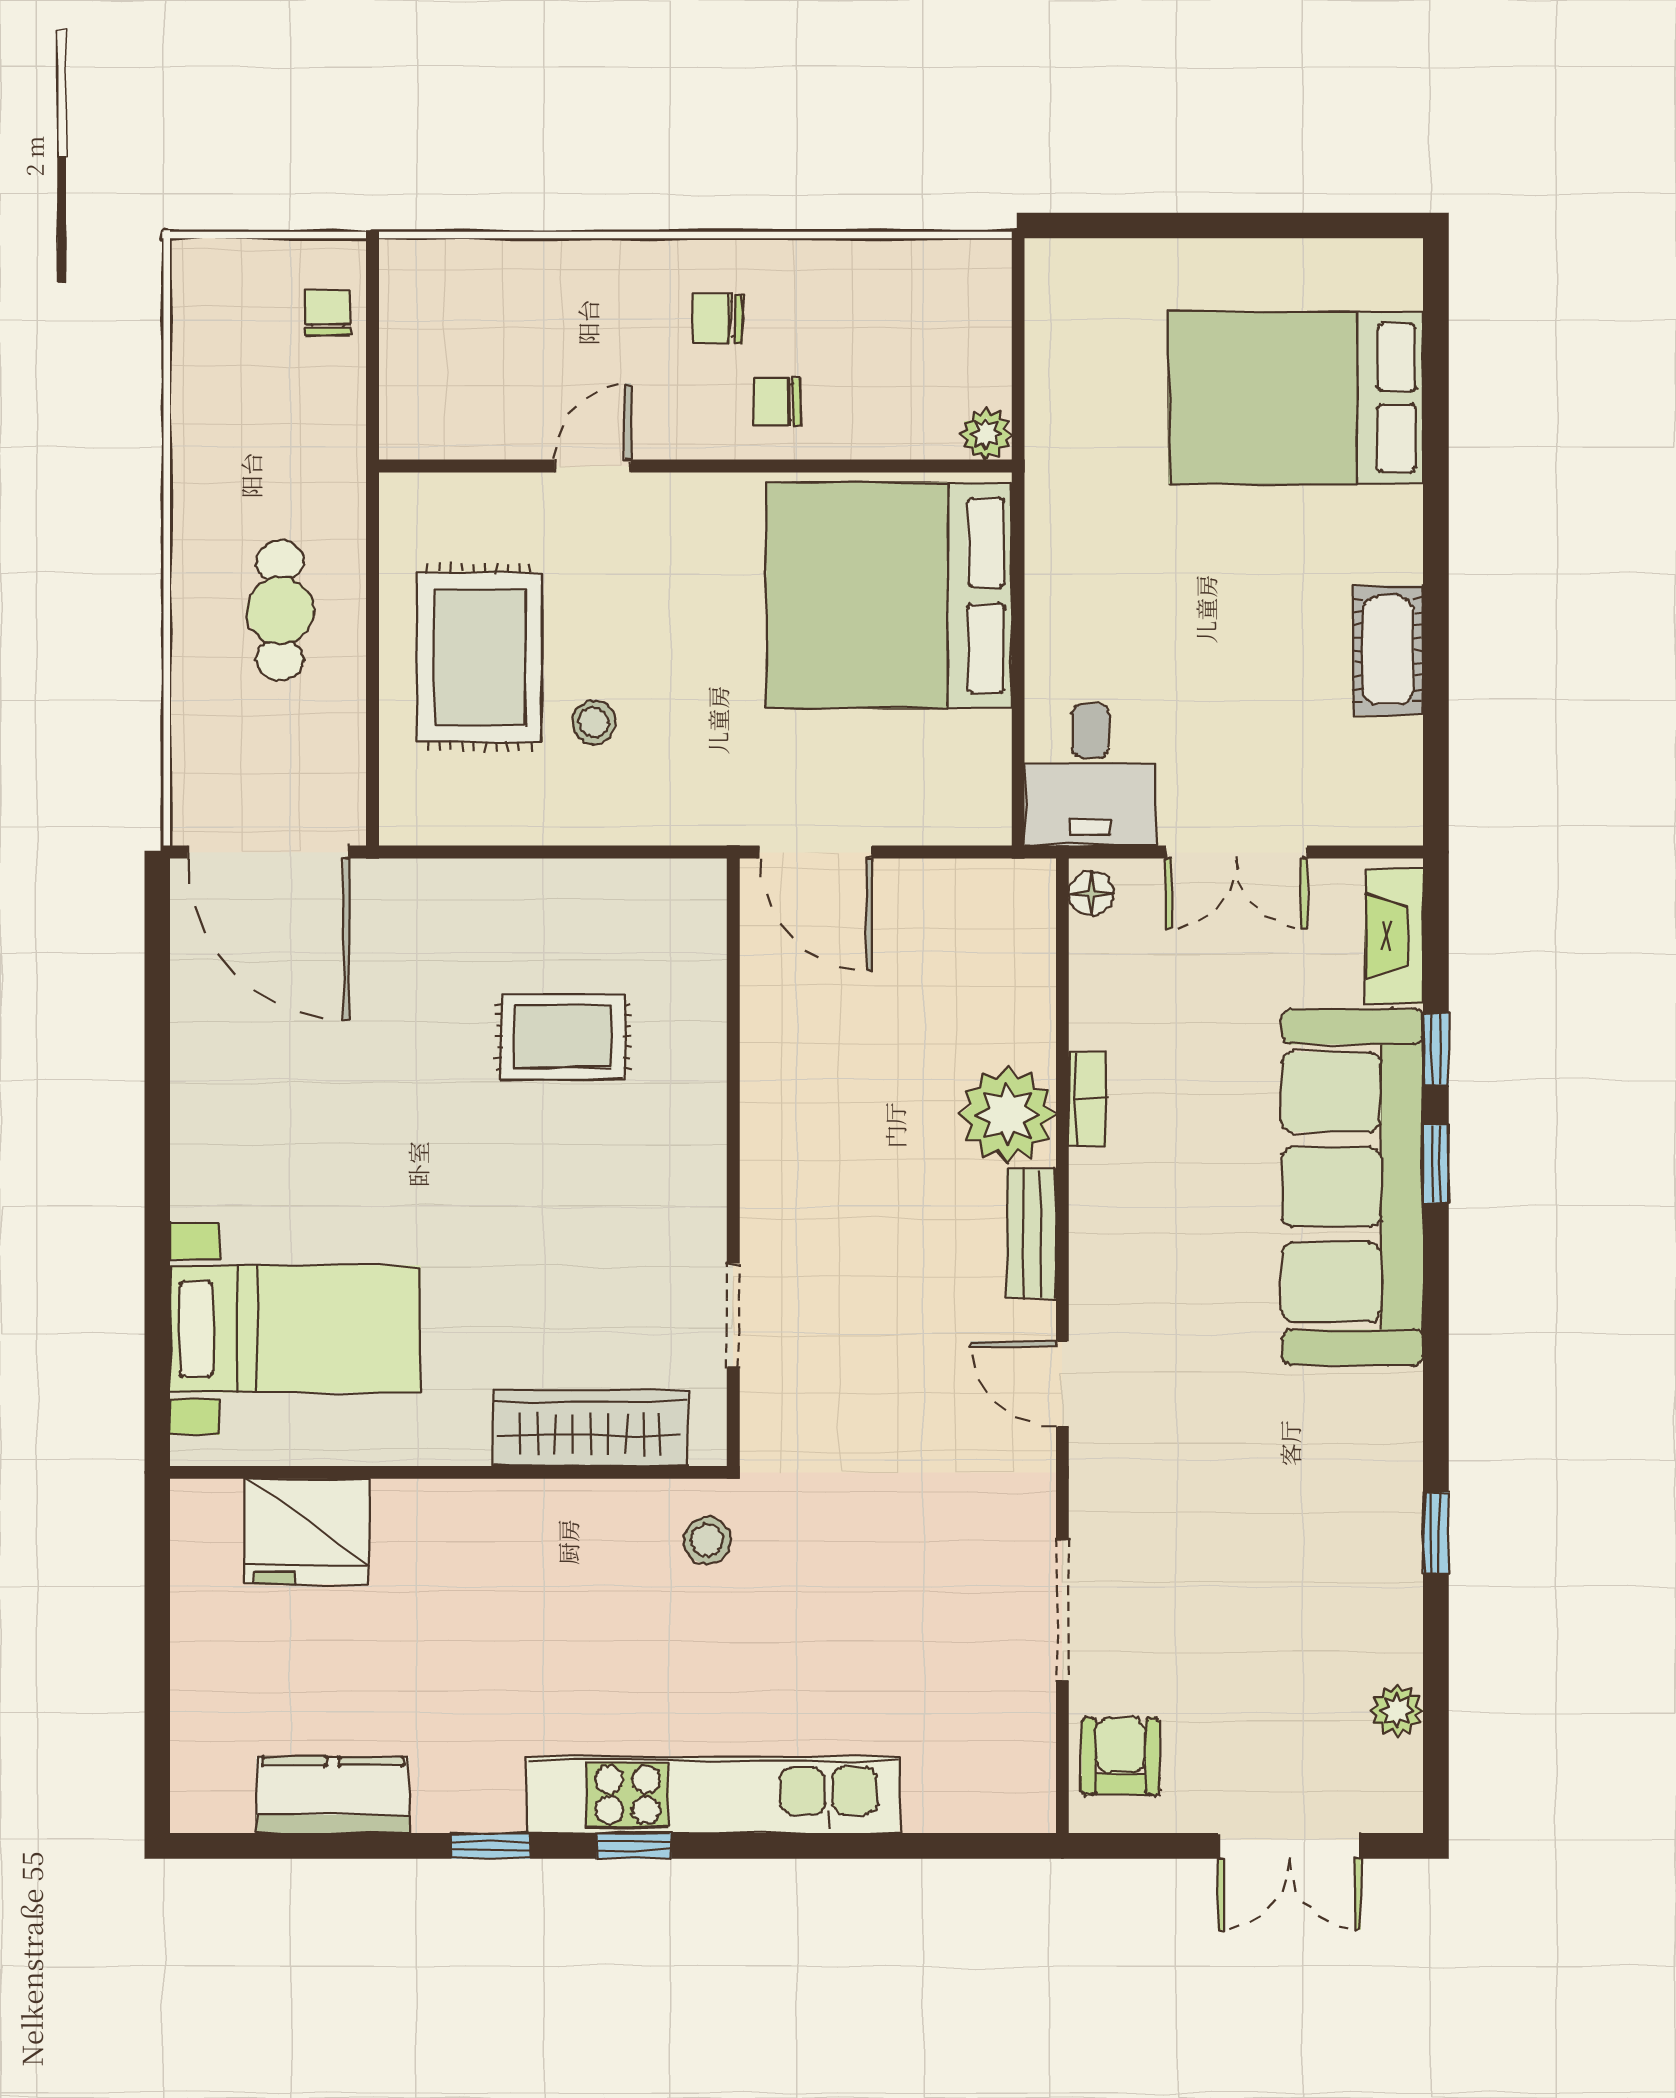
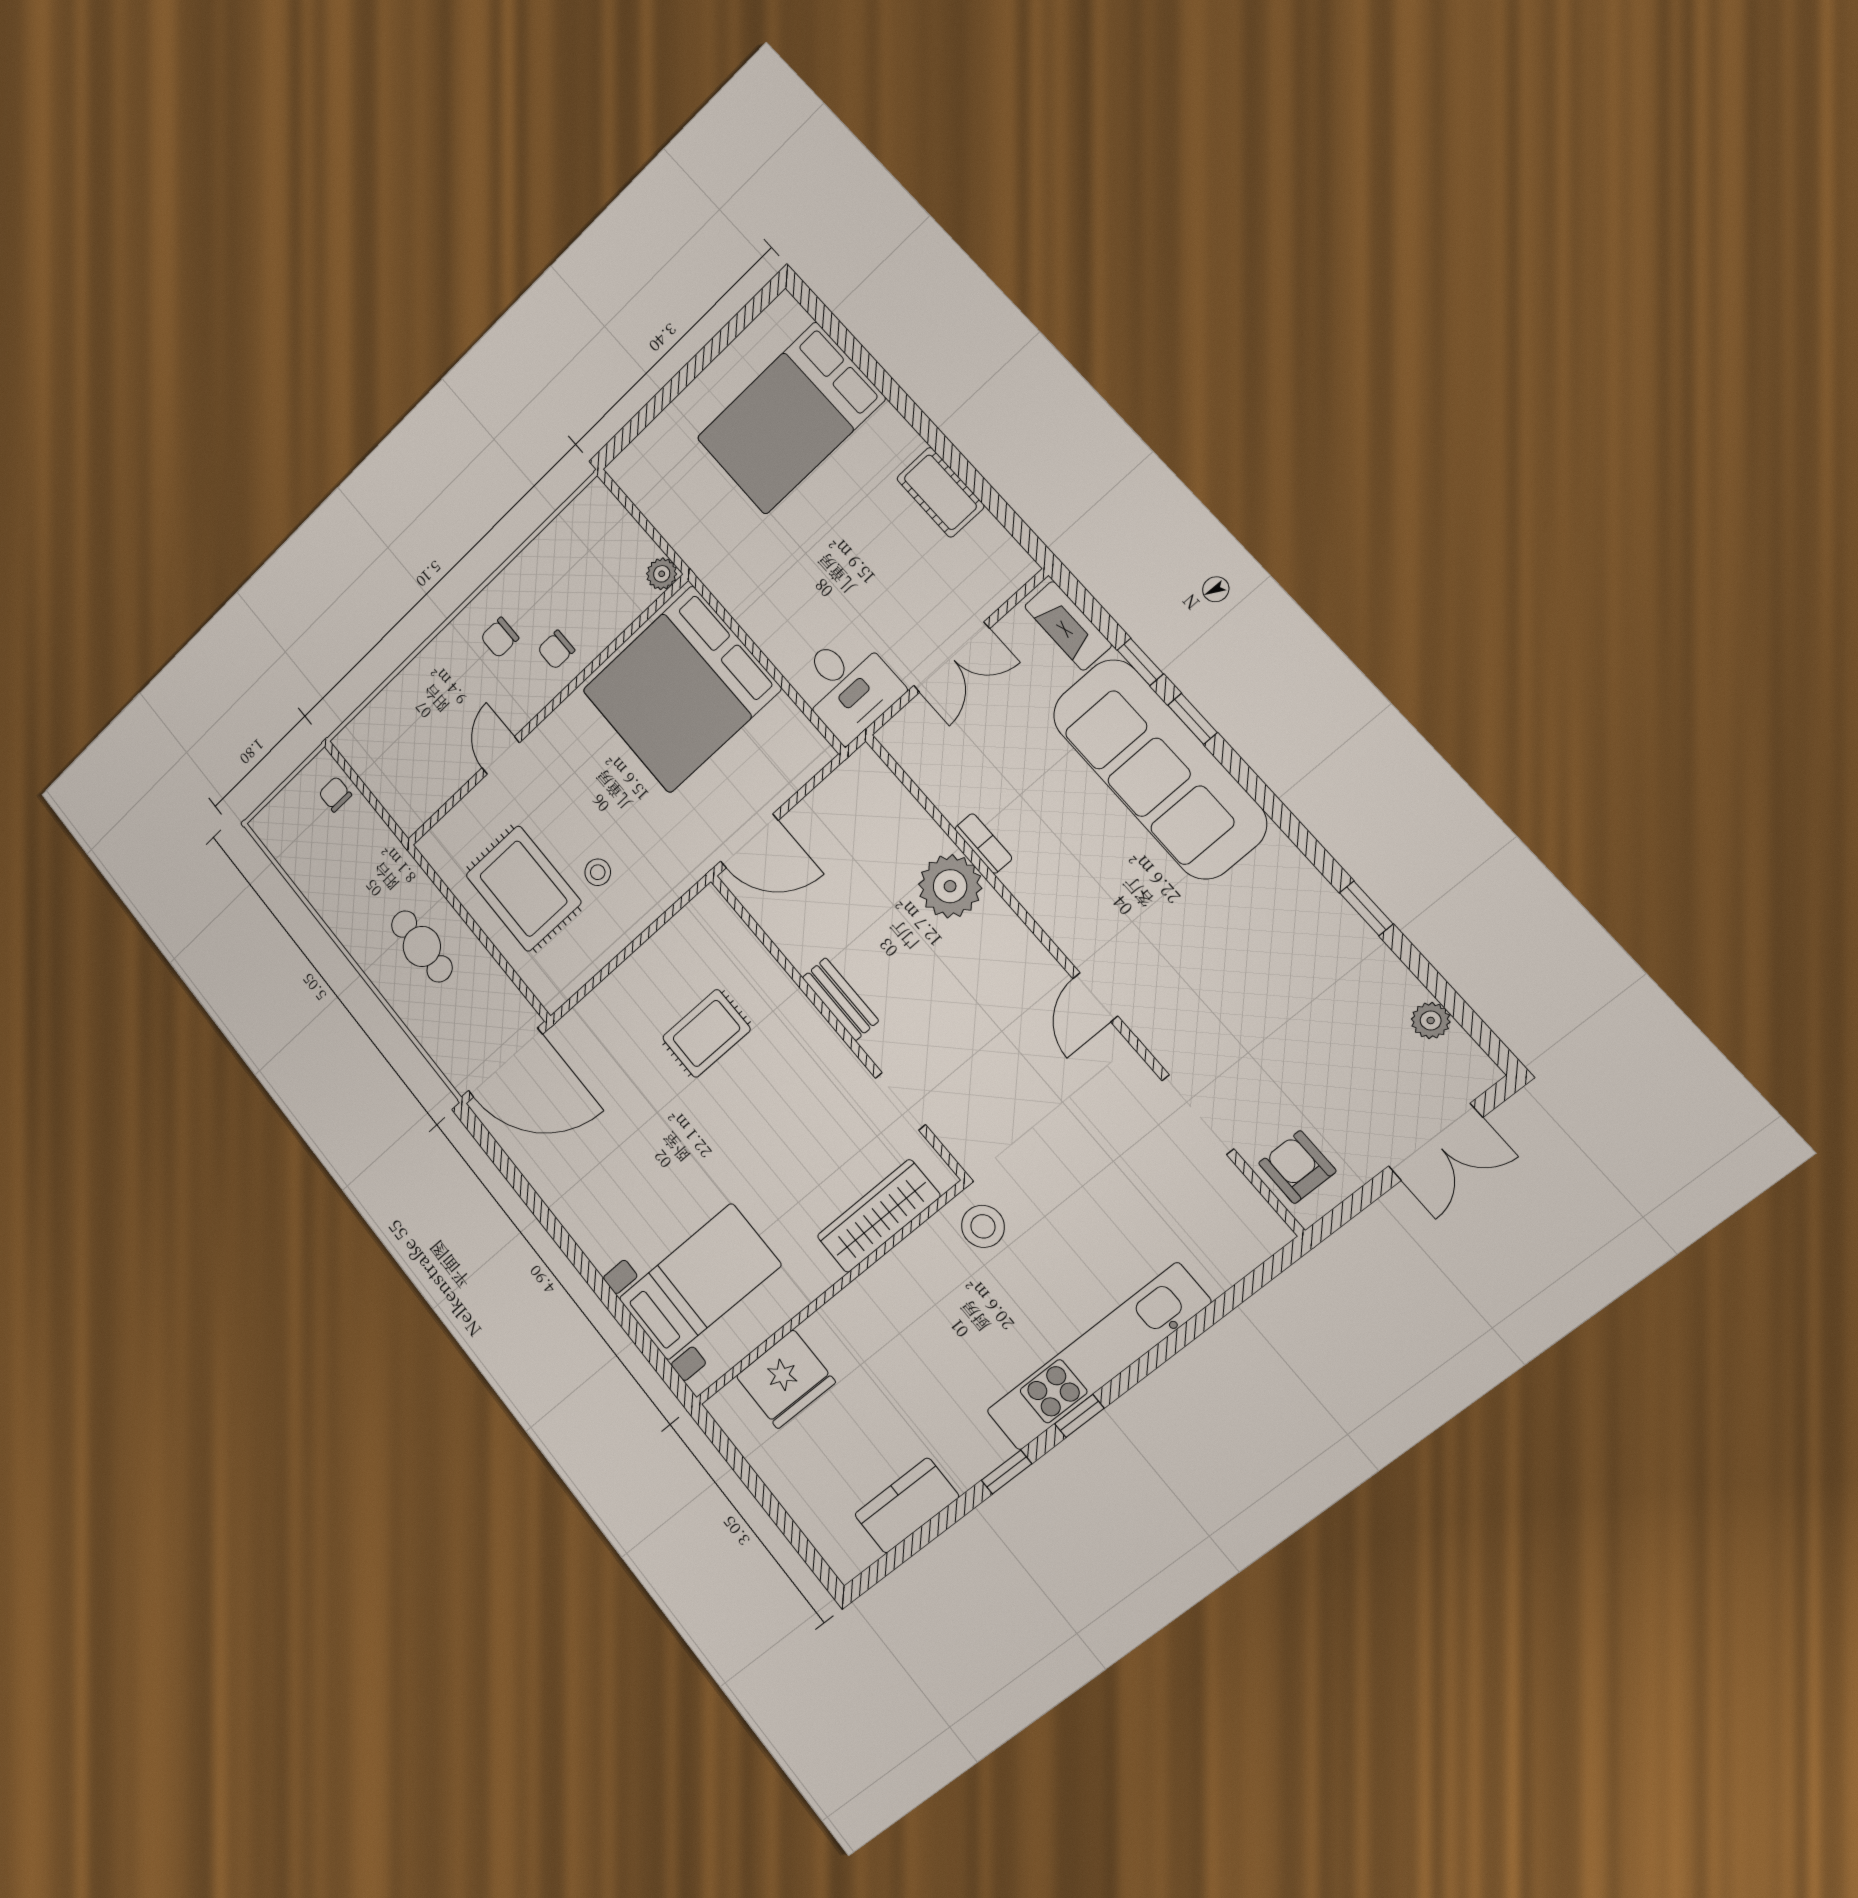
floor lamp: (1091, 893) -> (897, 742), removed
bench: (1031, 1234) -> (840, 999), moved
door: (1062, 1384) -> (1095, 997), hinge flipped
stool: (707, 1540) -> (983, 1226), width x1.37, depth x1.37

